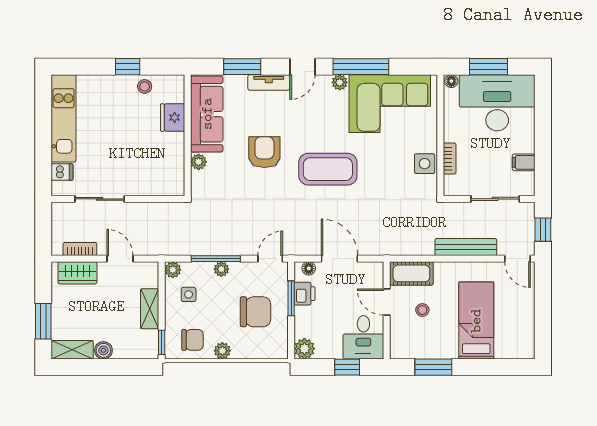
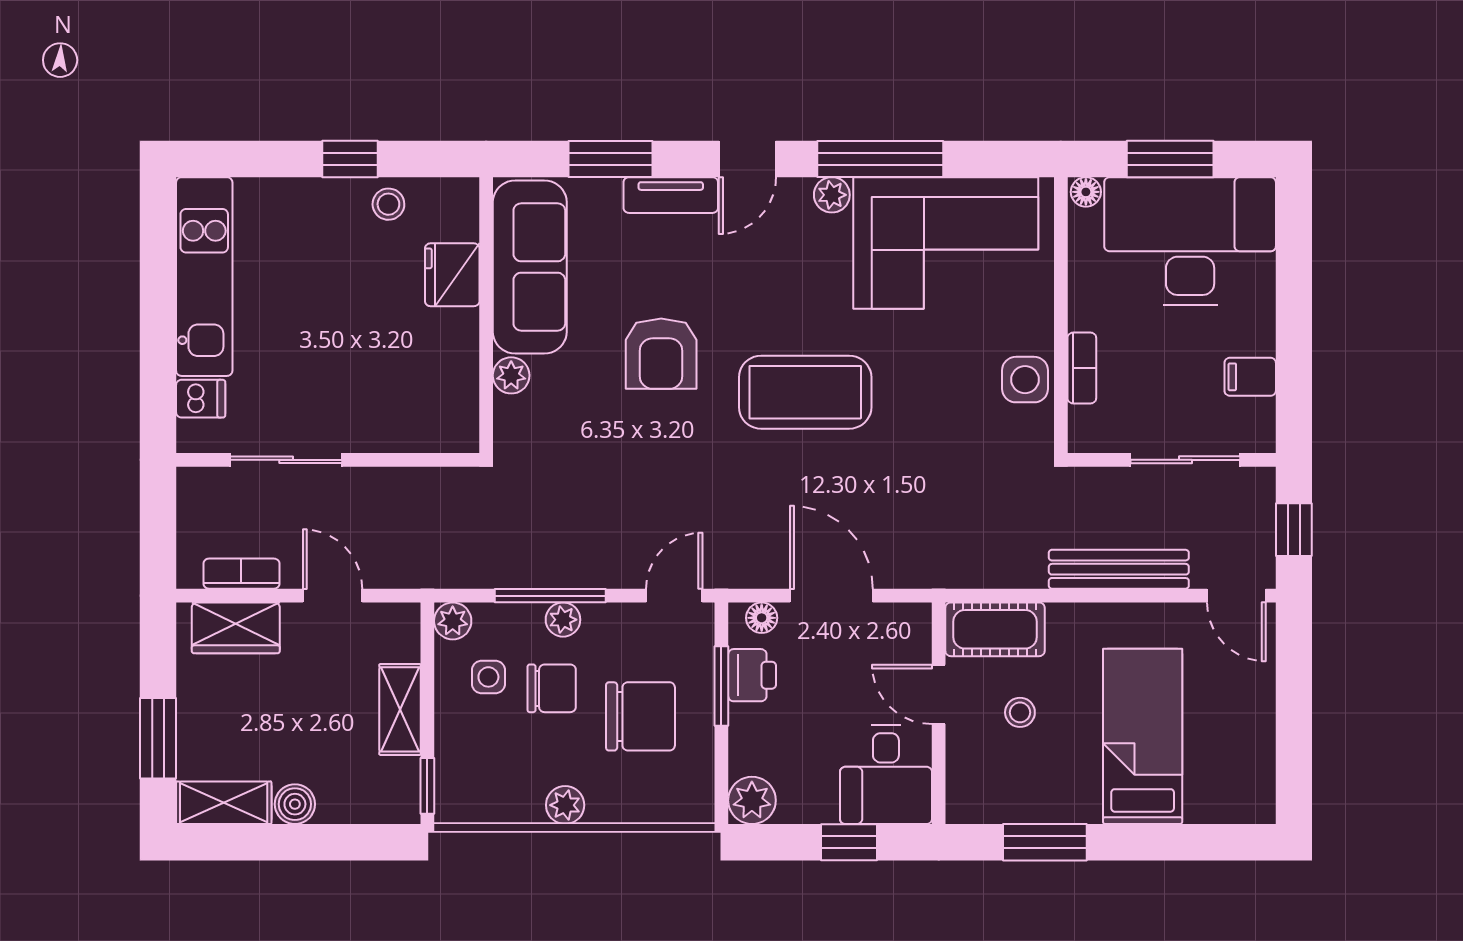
armchair: (264, 152) -> (661, 354), turned 180
chair: (192, 340) -> (552, 688), moved

